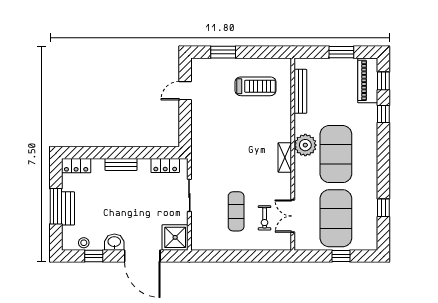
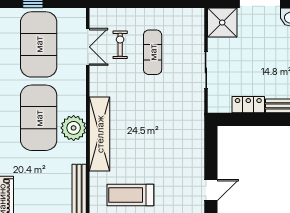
shelving: (285, 158) -> (100, 134), width x2.20, depth x1.33
locker: (165, 165) -> (248, 105), moved

